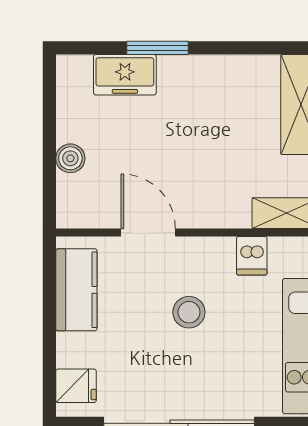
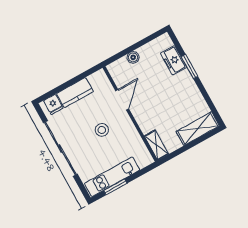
dishwasher: (252, 256) -> (134, 141), removed
kitchen counter: (76, 290) -> (75, 93), moved

